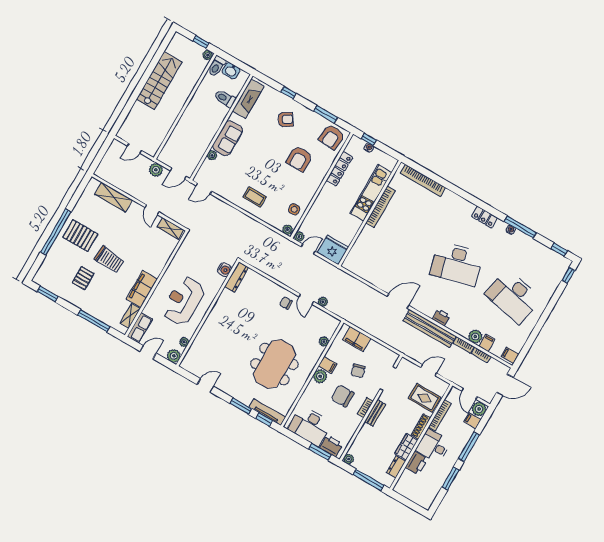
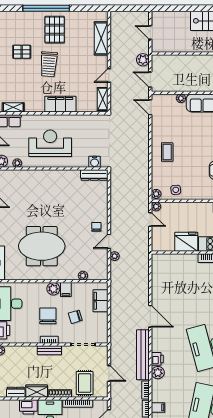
fridge: (333, 250) -> (186, 242), moved, turned -90
filing cabinet: (142, 289) -> (60, 104), moved
plant: (475, 337) -> (158, 373), moved

